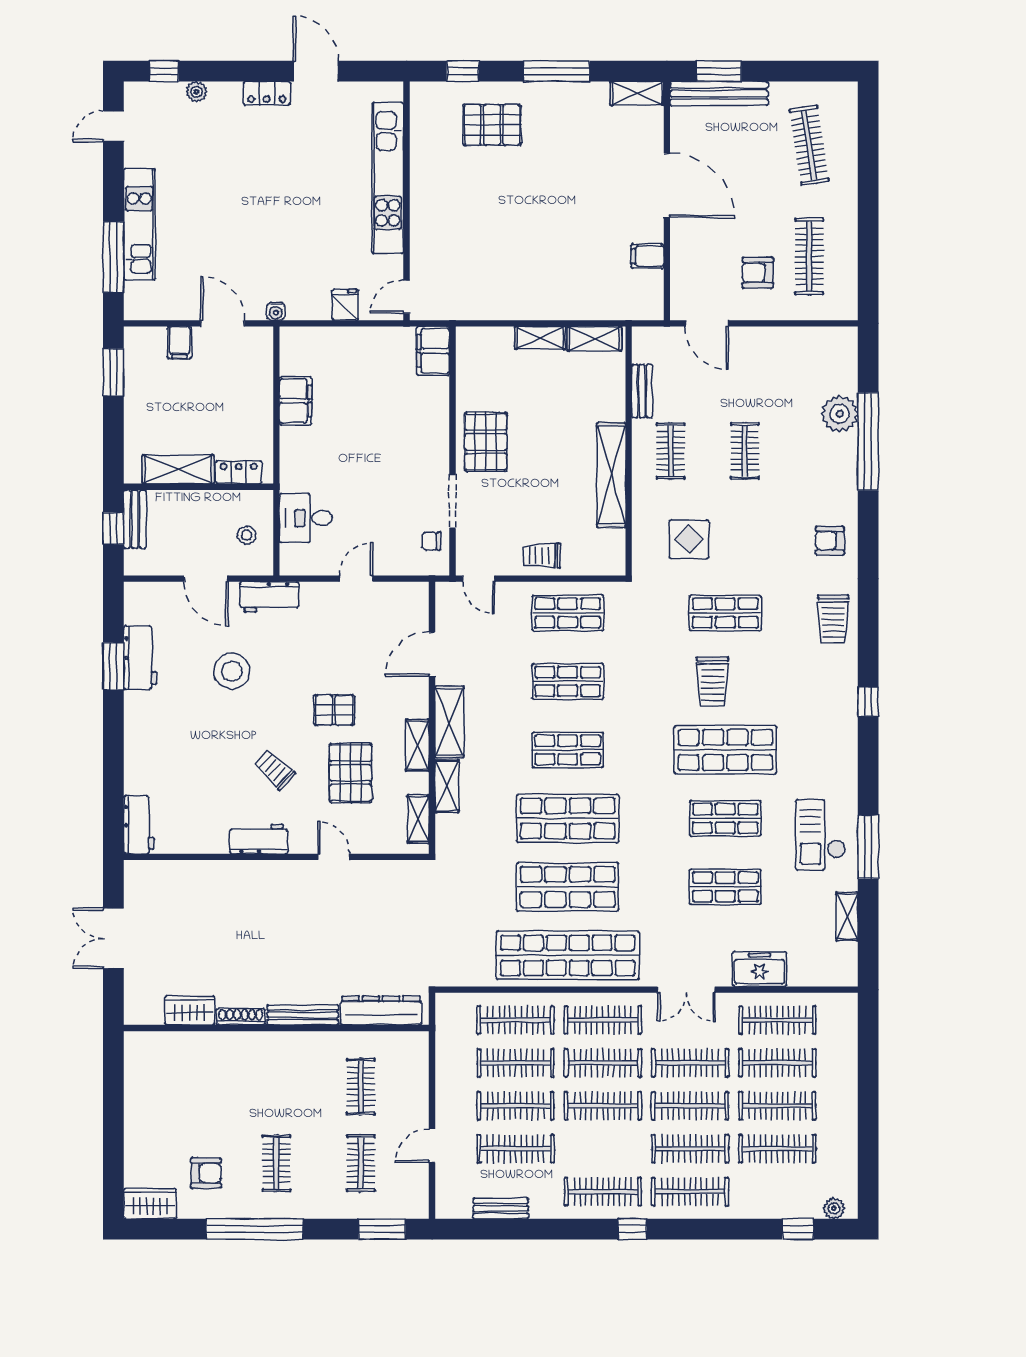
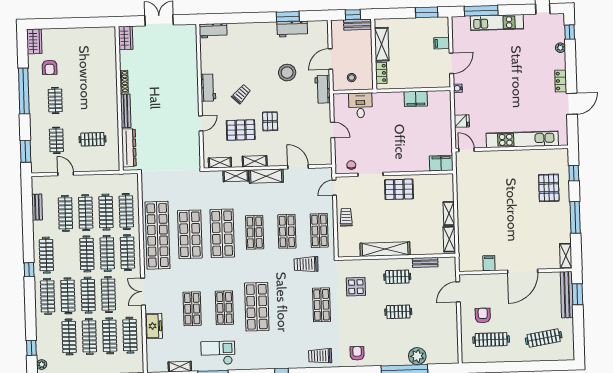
trolley: (713, 682) -> (306, 264), moved
wardrobe: (190, 1010) -> (126, 38), moved
clothes rail: (276, 1163) -> (55, 100), turned 90
clothes rail: (361, 1163) -> (56, 140), turned 90

